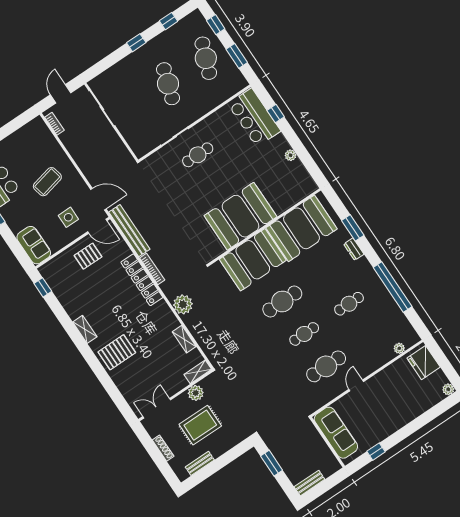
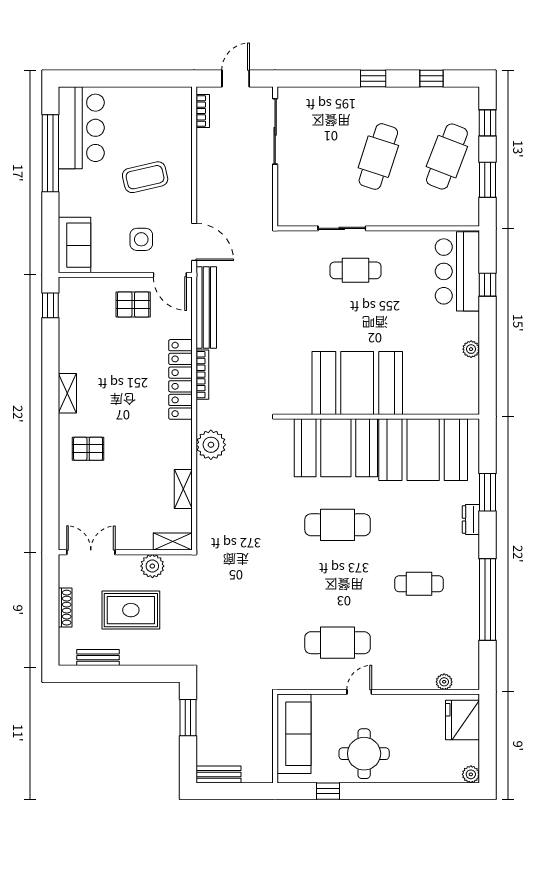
cafe table: (304, 334) -> (338, 584), removed
pallet: (117, 352) -> (88, 449), width x0.67, depth x0.71
round table: (382, 418) -> (364, 754), added

